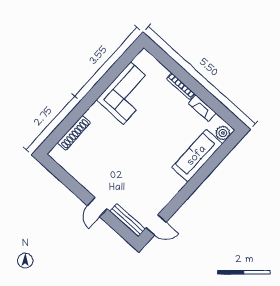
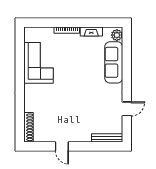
shoe rack: (74, 133) -> (29, 127), moved
door: (97, 207) -> (62, 146), moved
door: (156, 225) -> (127, 109), moved

